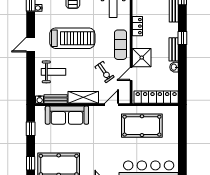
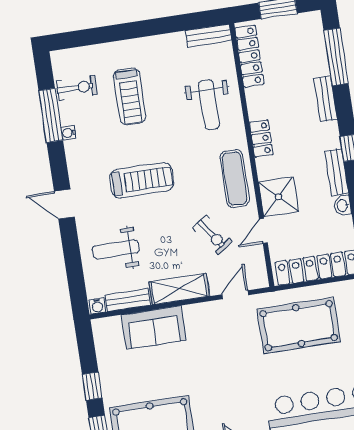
treadmill: (72, 38) -> (142, 180), width x0.73, depth x0.73
door: (31, 44) -> (64, 204), hinge flipped
weight bench: (54, 72) -> (116, 249), turned 180
sofa: (67, 115) -> (154, 327), width x0.73
window: (31, 129) -> (92, 386), moved

